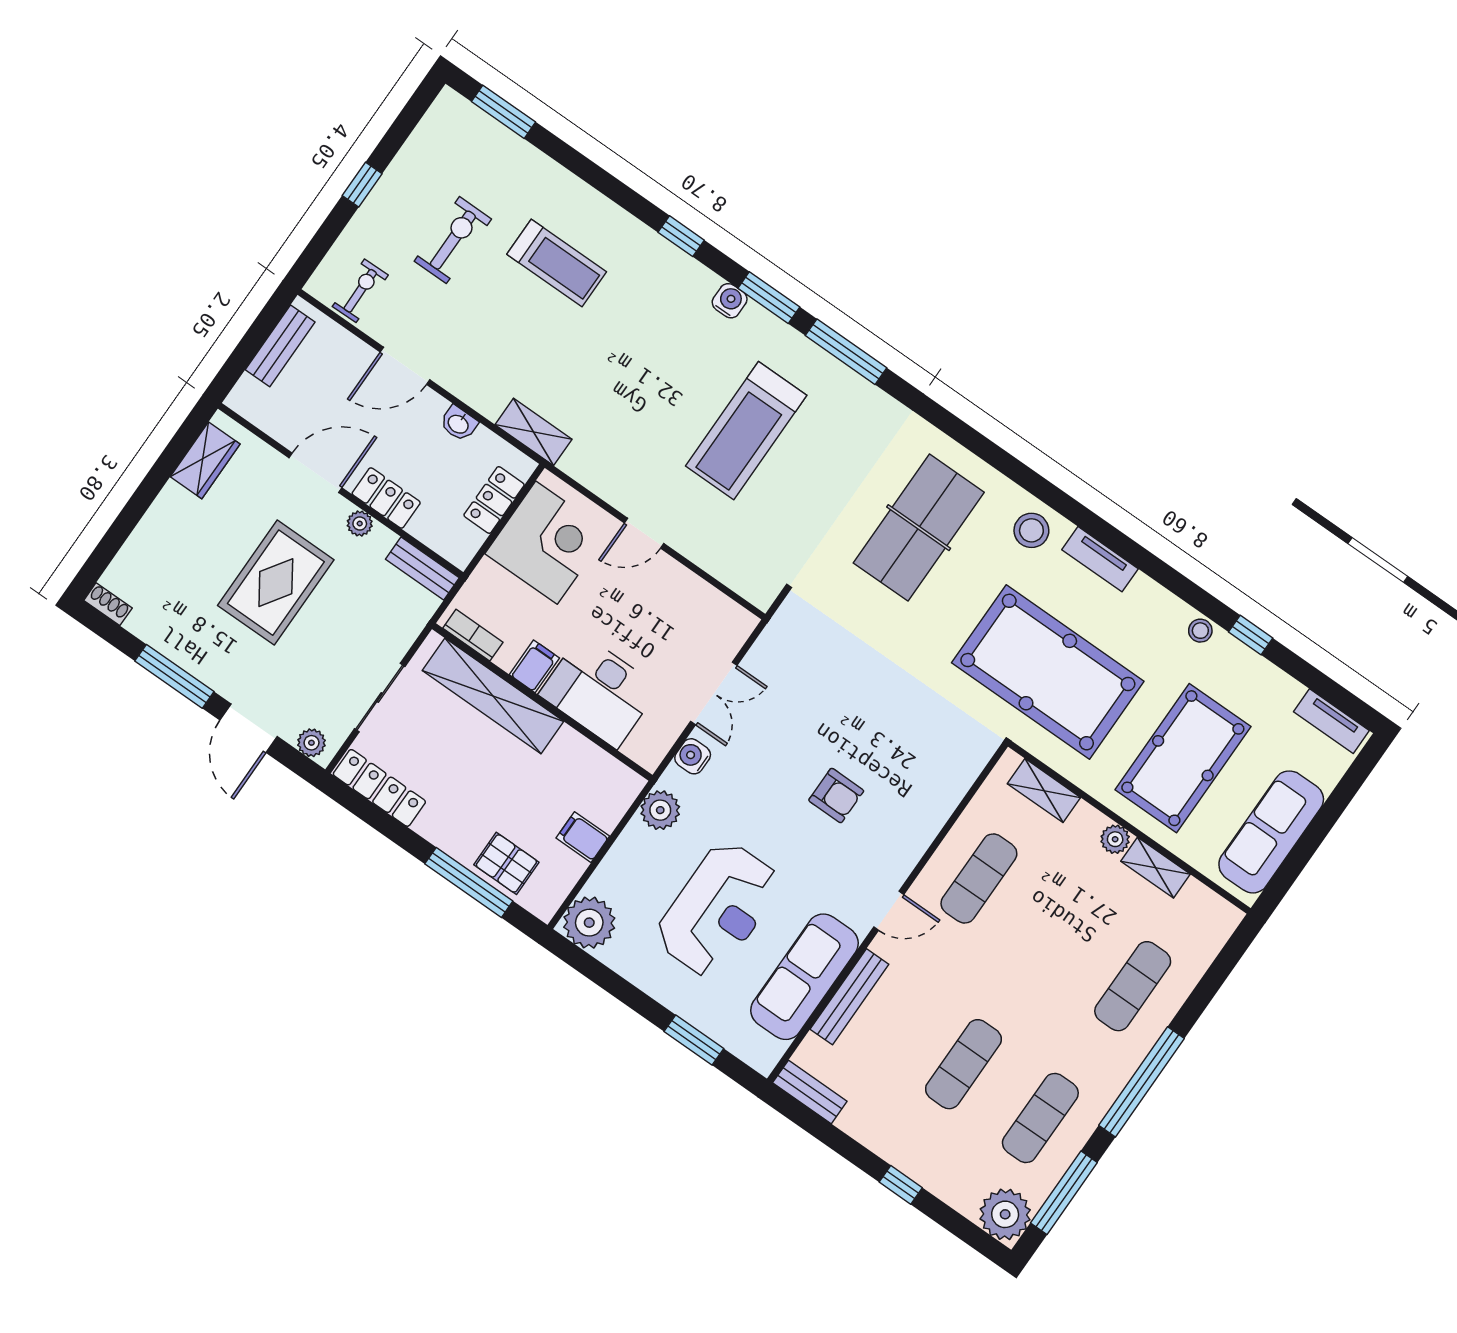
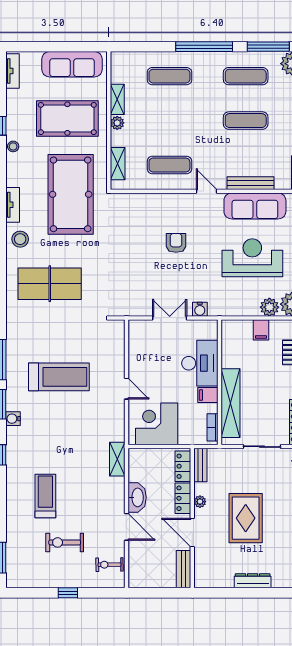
bench: (280, 346) -> (184, 569), moved, turned 90
washbasin: (459, 424) -> (137, 497), width x1.91, depth x1.45
wardrobe: (205, 460) -> (217, 579), removed
locker: (494, 500) -> (183, 466), moved, turned 90
dresser: (159, 519) -> (253, 581), added
rug: (276, 583) -> (246, 518), turned 90
plant: (660, 810) -> (269, 307), moved

